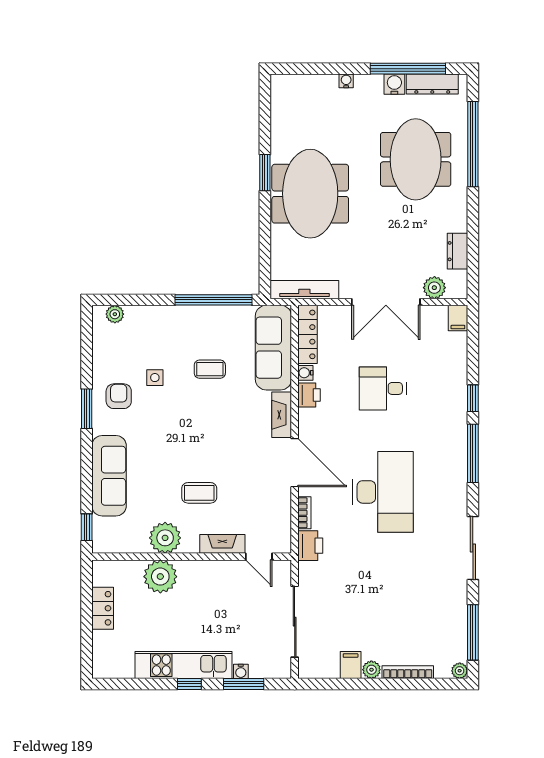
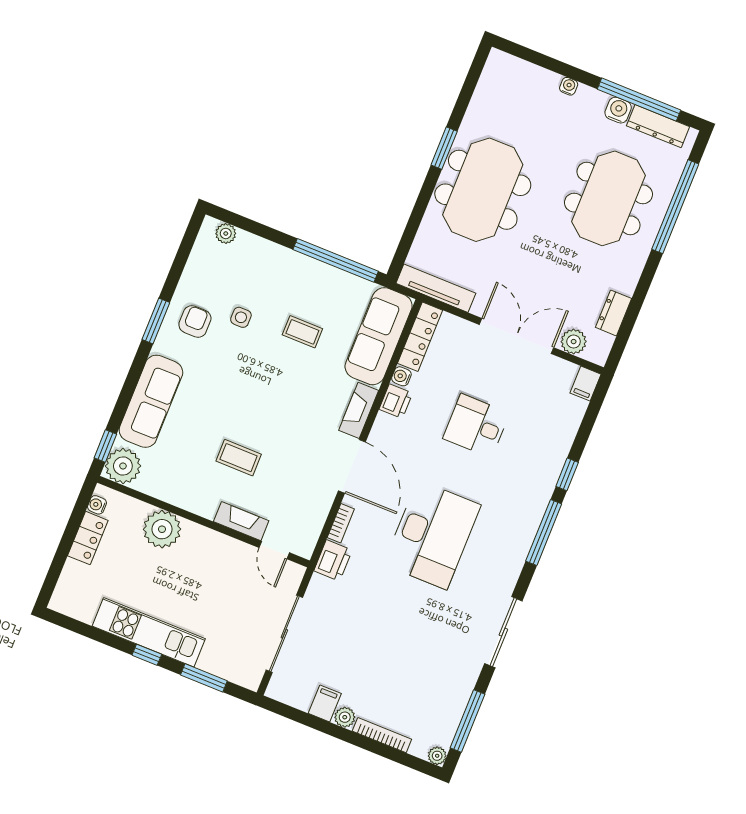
double door: (386, 302) -> (516, 336), swing flipped
plant: (165, 538) -> (123, 466), moved
water cooler: (241, 671) -> (97, 505), moved, turned 90

